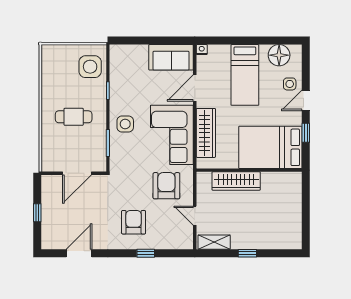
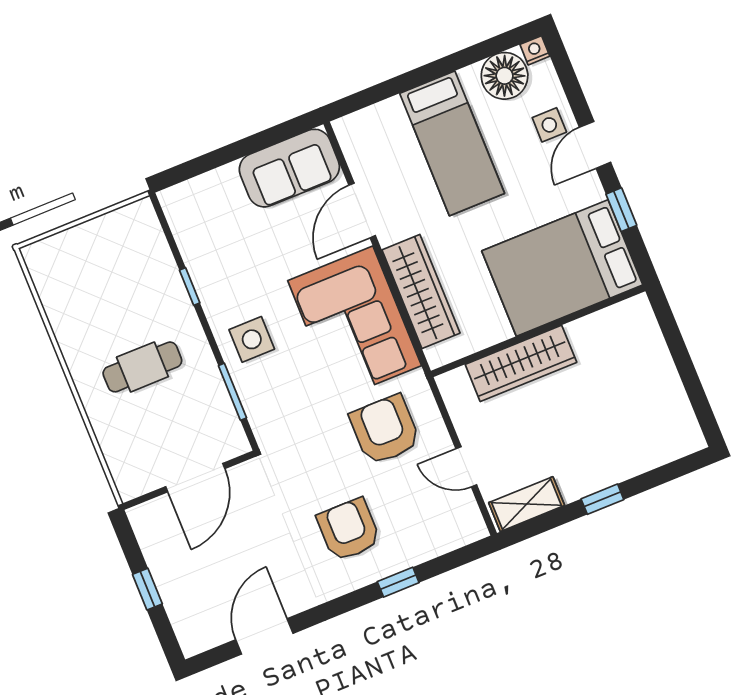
nightstand: (202, 50) -> (535, 50), moved
side table: (90, 67) -> (135, 253), removed

